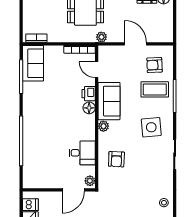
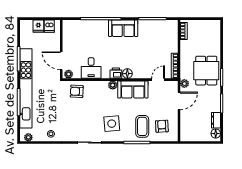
door: (136, 44) -> (179, 101), moved
sofa: (33, 63) -> (123, 28), moved
printer: (89, 94) -> (116, 73), moved
armchair: (116, 159) -> (77, 91), moved

